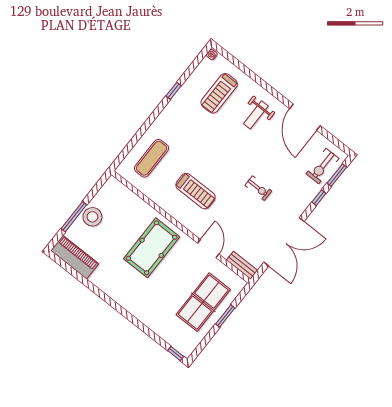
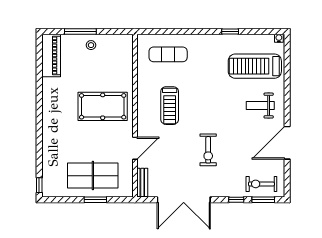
treadmill: (219, 93) -> (255, 66), width x1.37, depth x1.38
exercise bike: (258, 188) -> (208, 150), width x1.38, depth x1.39
stool: (92, 217) -> (91, 45), width x0.53, depth x0.53

